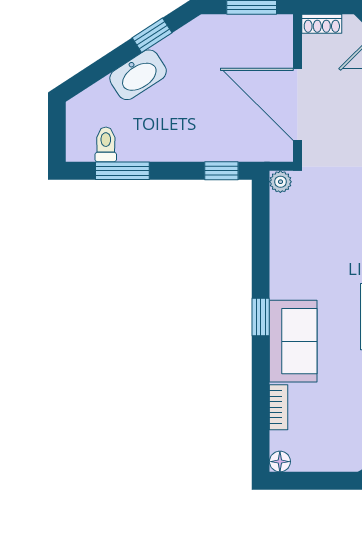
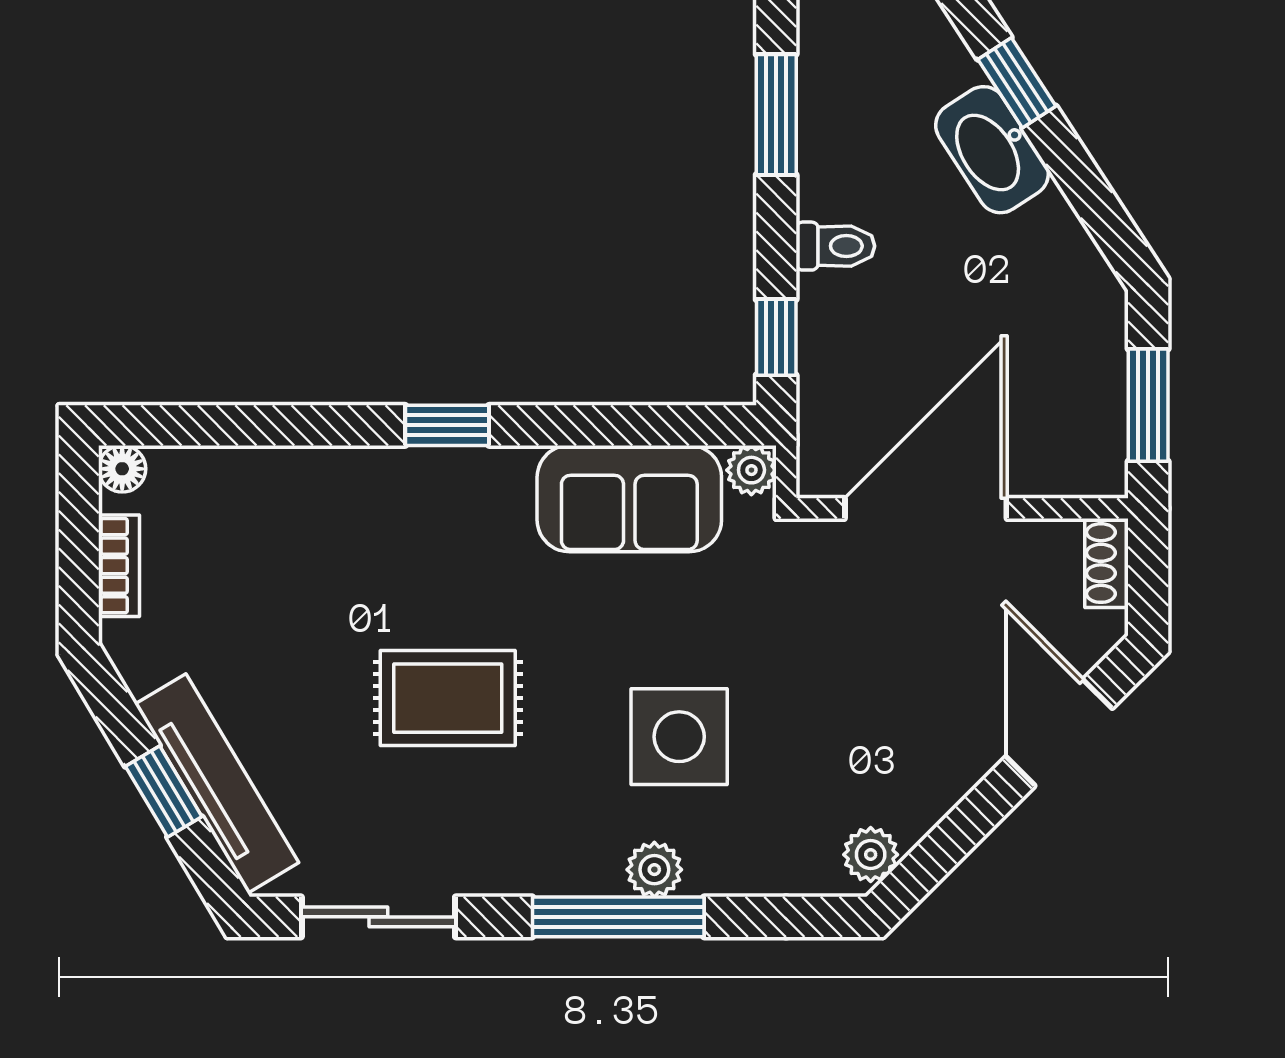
window: (152, 35) -> (1017, 83), moved
toilet: (106, 144) -> (835, 246), moved
sofa: (293, 341) -> (629, 499), moved
bookcase: (279, 407) -> (119, 566), moved, turned -90

